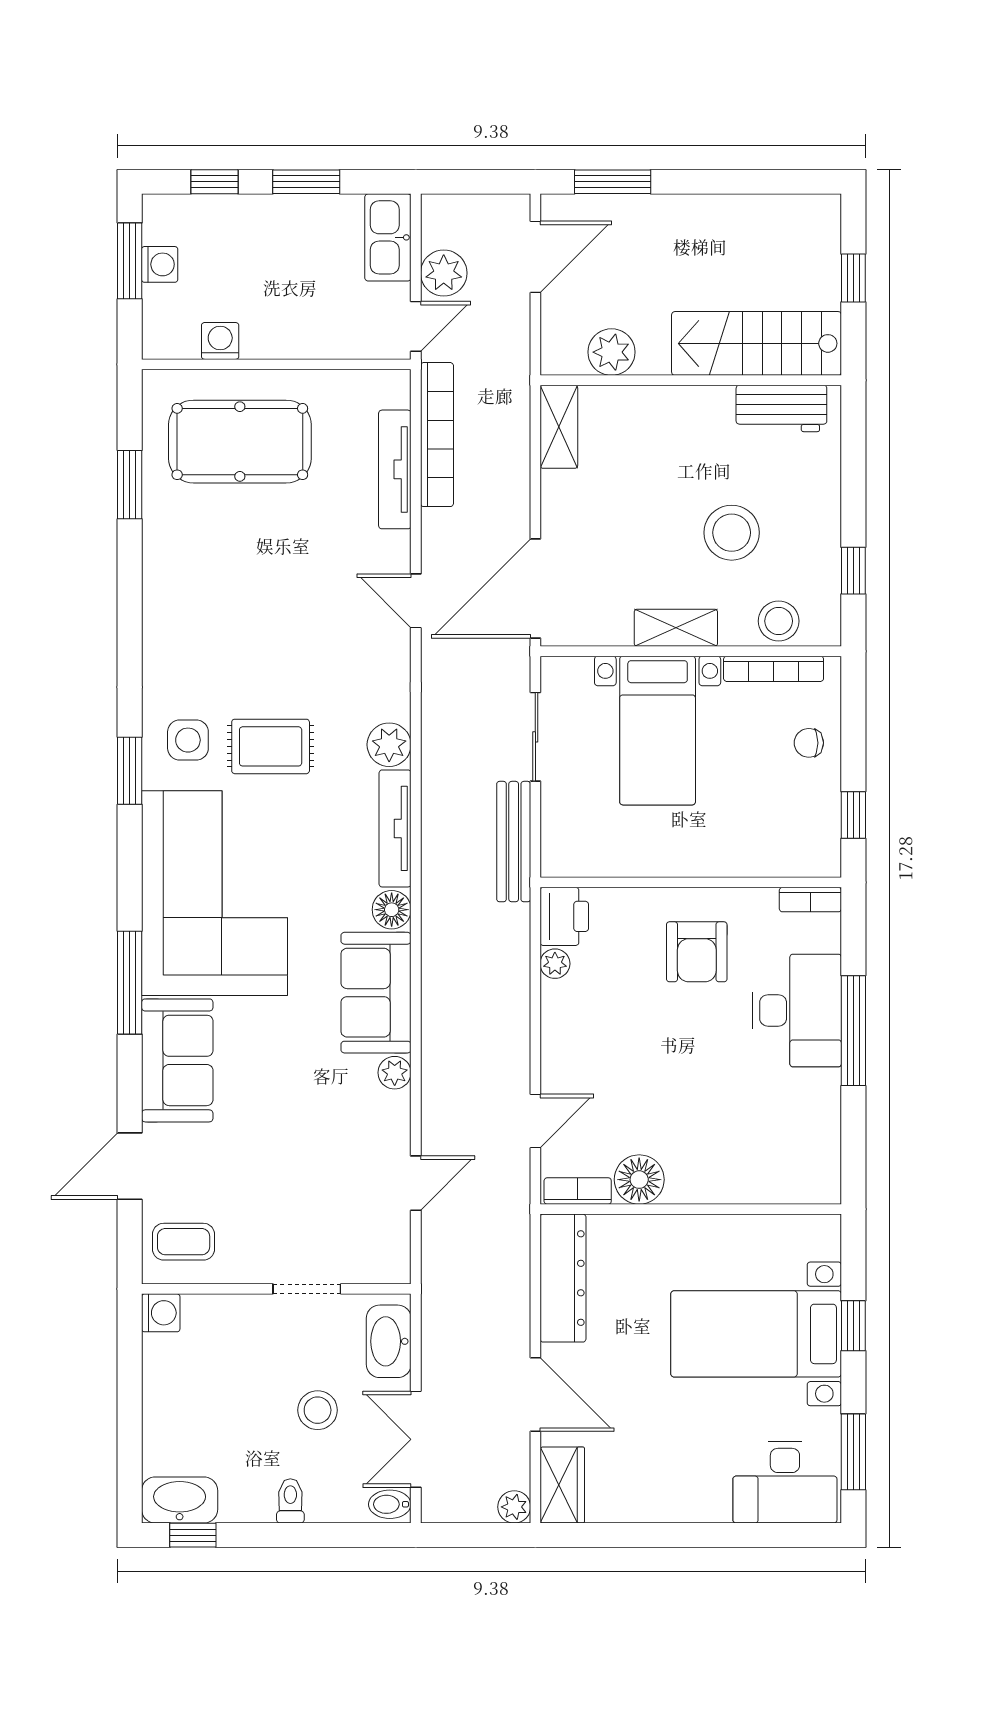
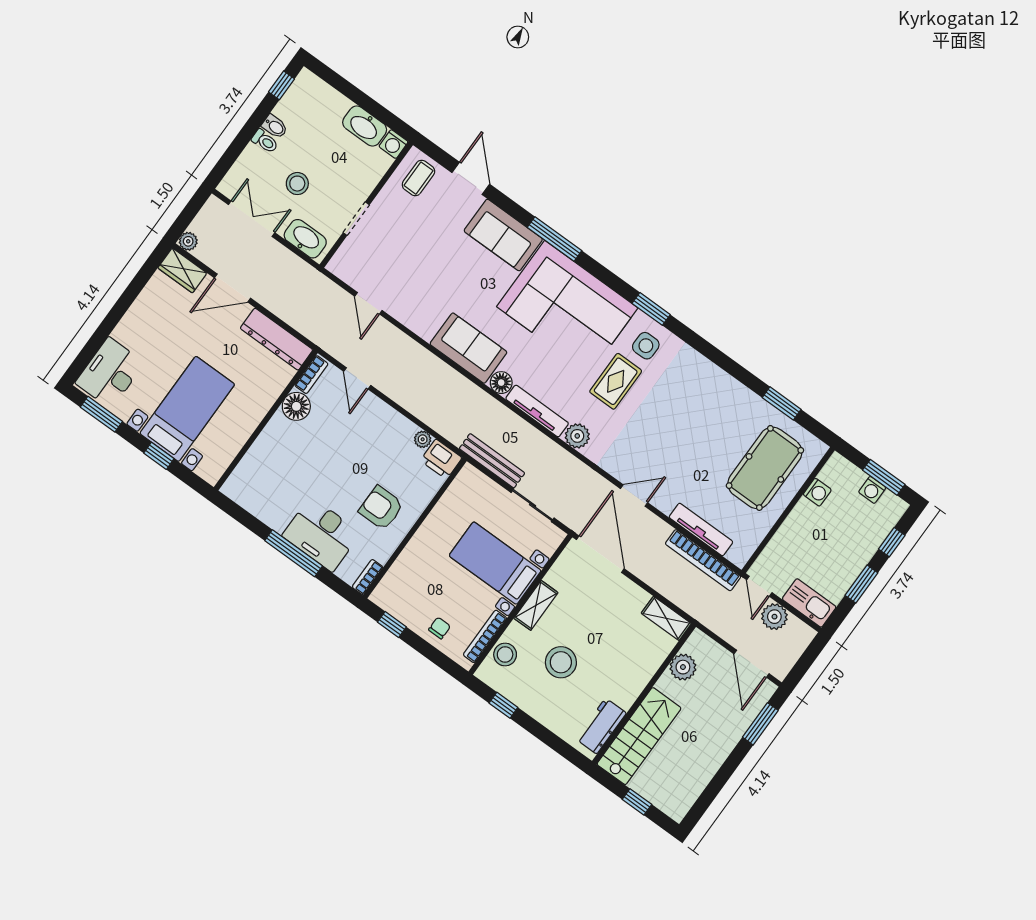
plant: (395, 1073) -> (426, 330), removed
washbasin: (180, 1500) -> (365, 126), moved, turned 90
bidet: (390, 1504) -> (275, 126), moved, turned 90

